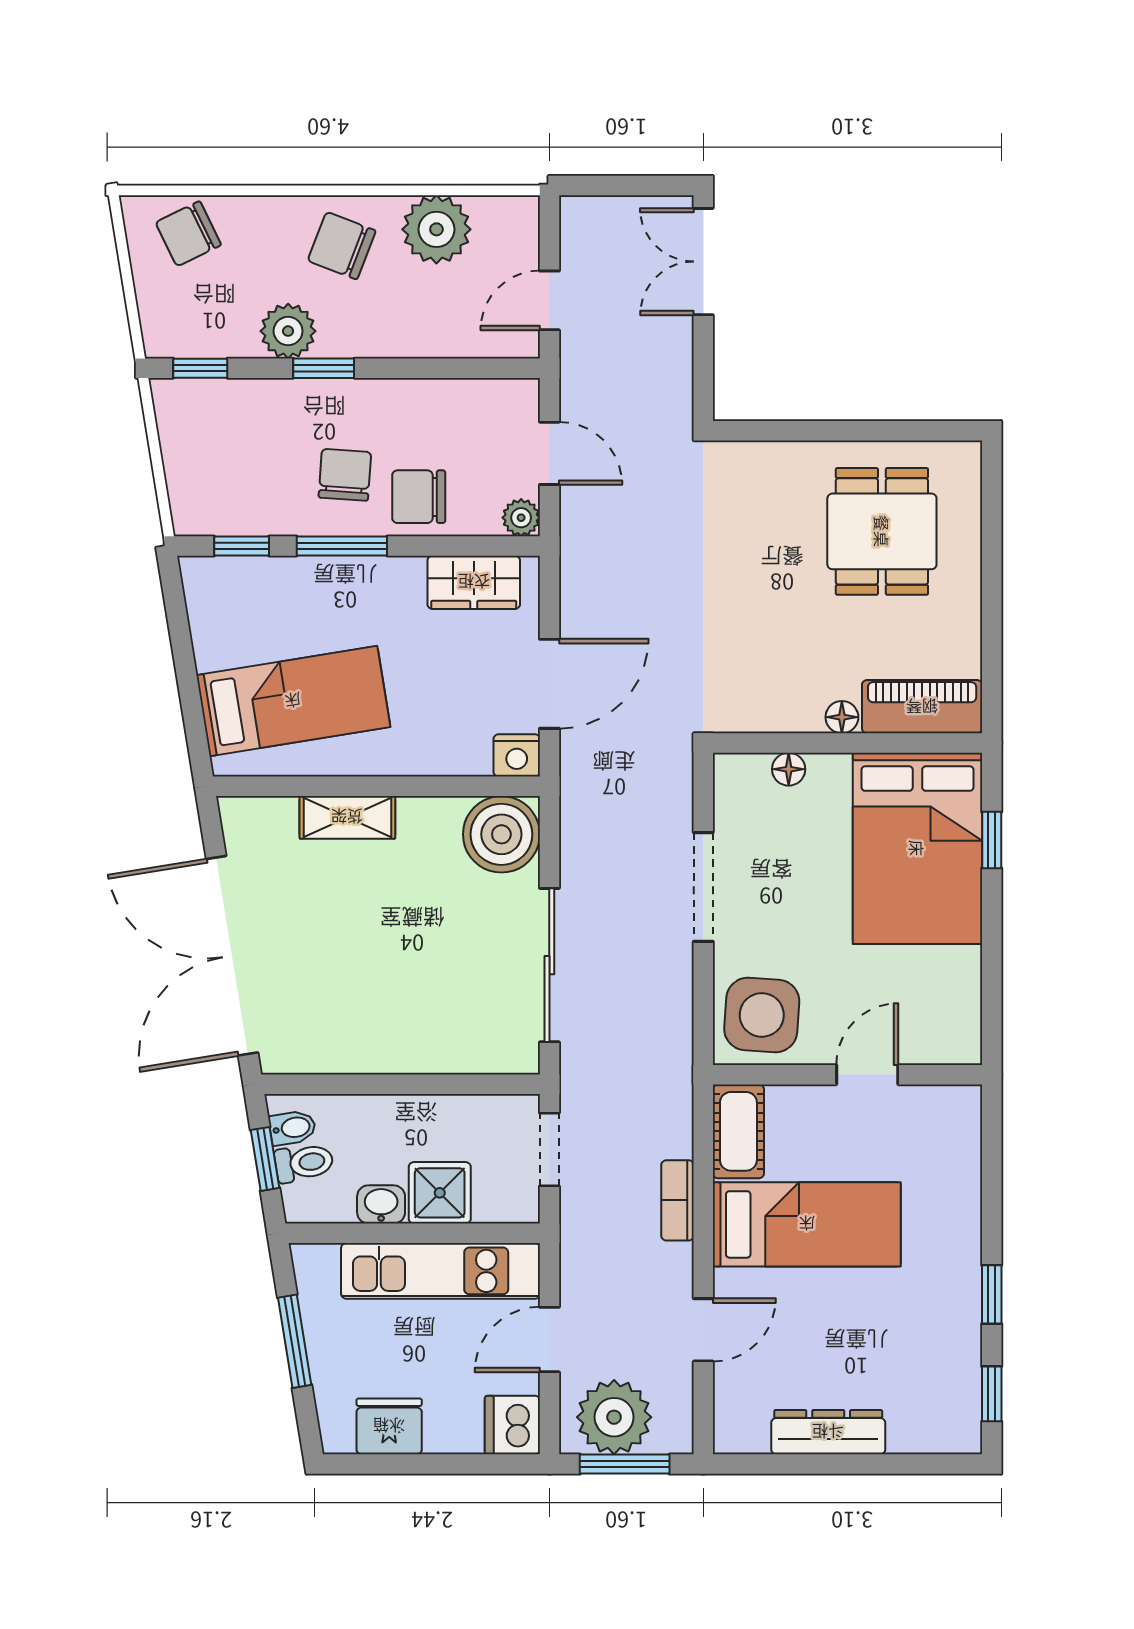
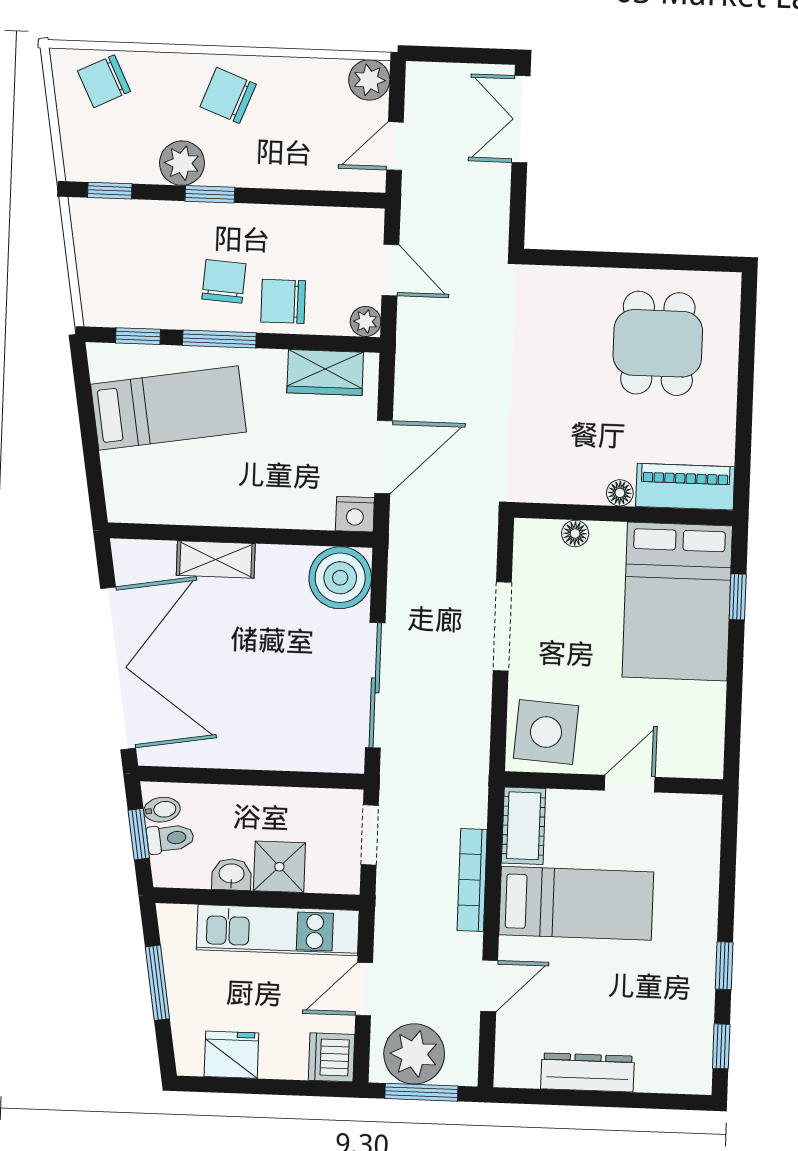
plant: (436, 229) -> (369, 80), moved, width x0.73, depth x0.73
bed: (293, 701) -> (168, 408), moved
double door: (232, 956) -> (118, 668), swing flipped
bookcase: (678, 1200) -> (472, 880), width x1.56

